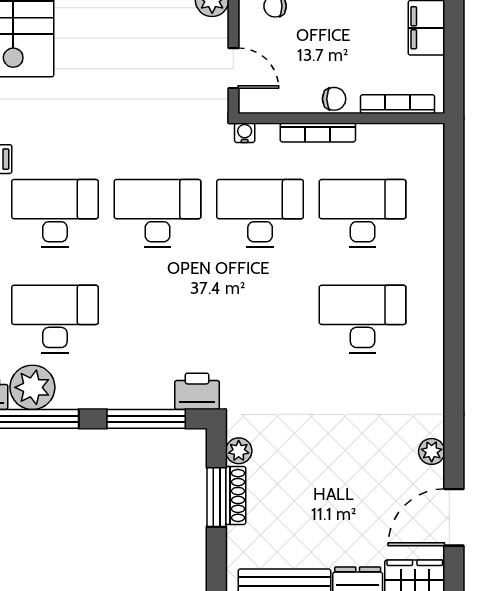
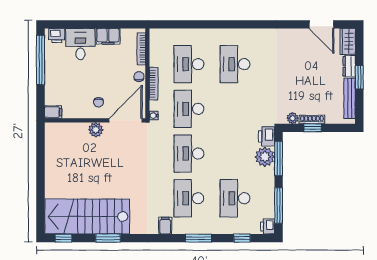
door: (233, 68) -> (126, 120), width x1.88
plant: (32, 387) -> (265, 157), moved
plant: (432, 451) -> (293, 34), removed
window: (216, 497) -> (313, 128), width x0.67

